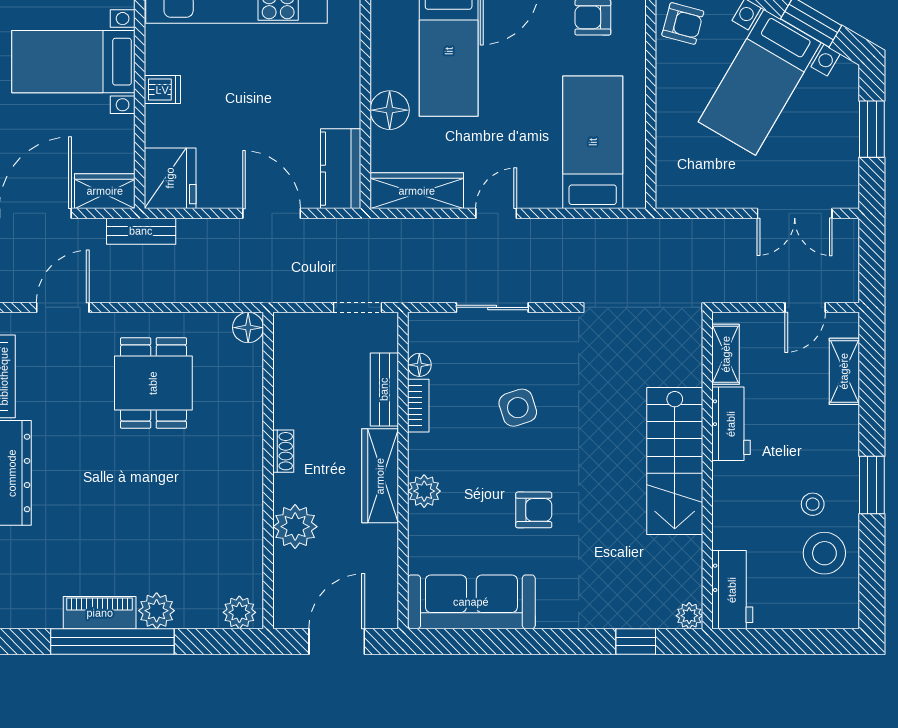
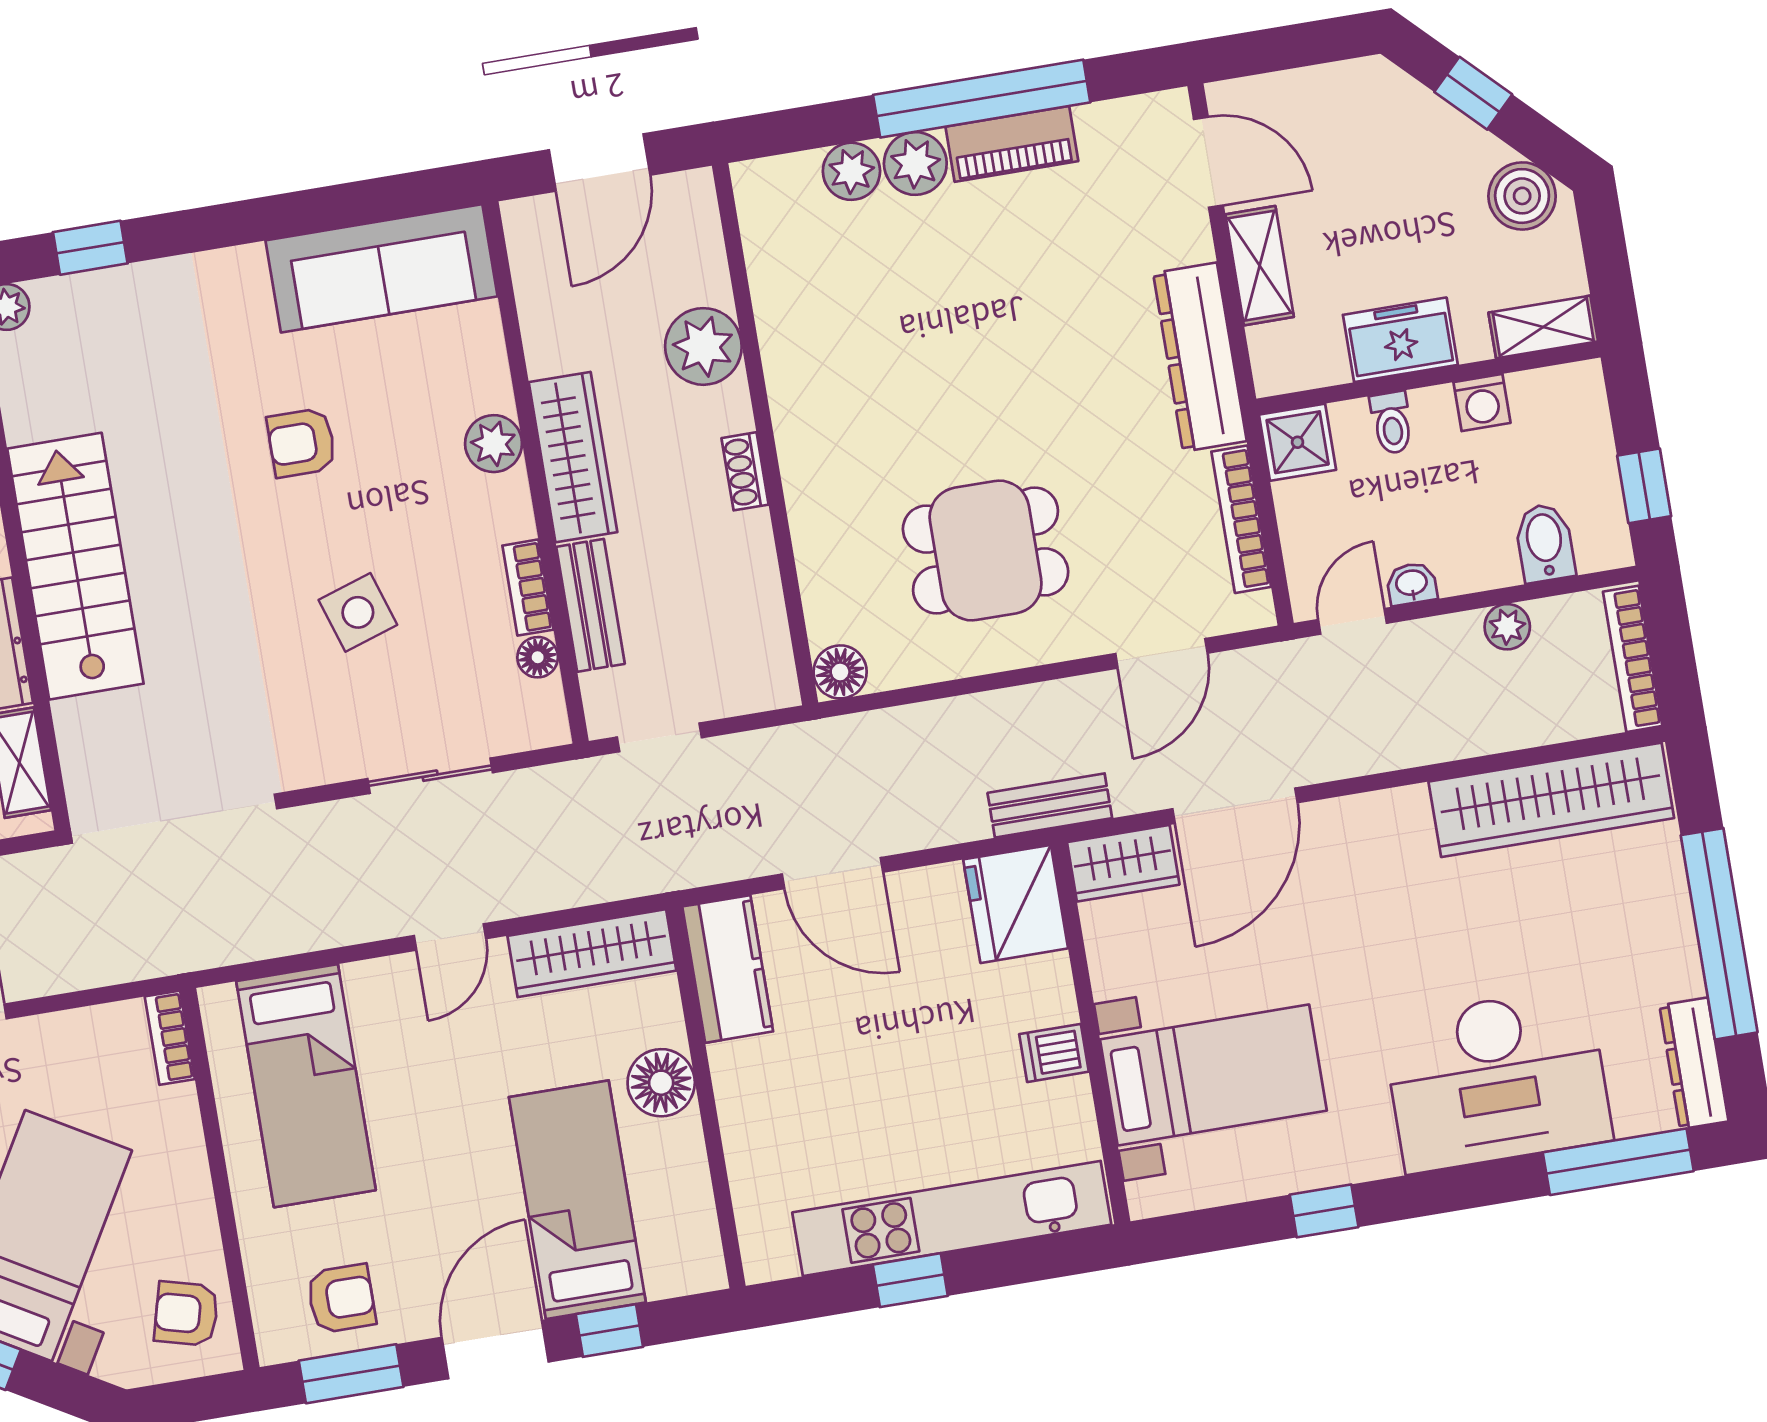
bookcase: (666, 183) -> (170, 1038), added
dining table: (153, 383) -> (986, 551), turned 90
plant: (239, 612) -> (851, 171), moved

